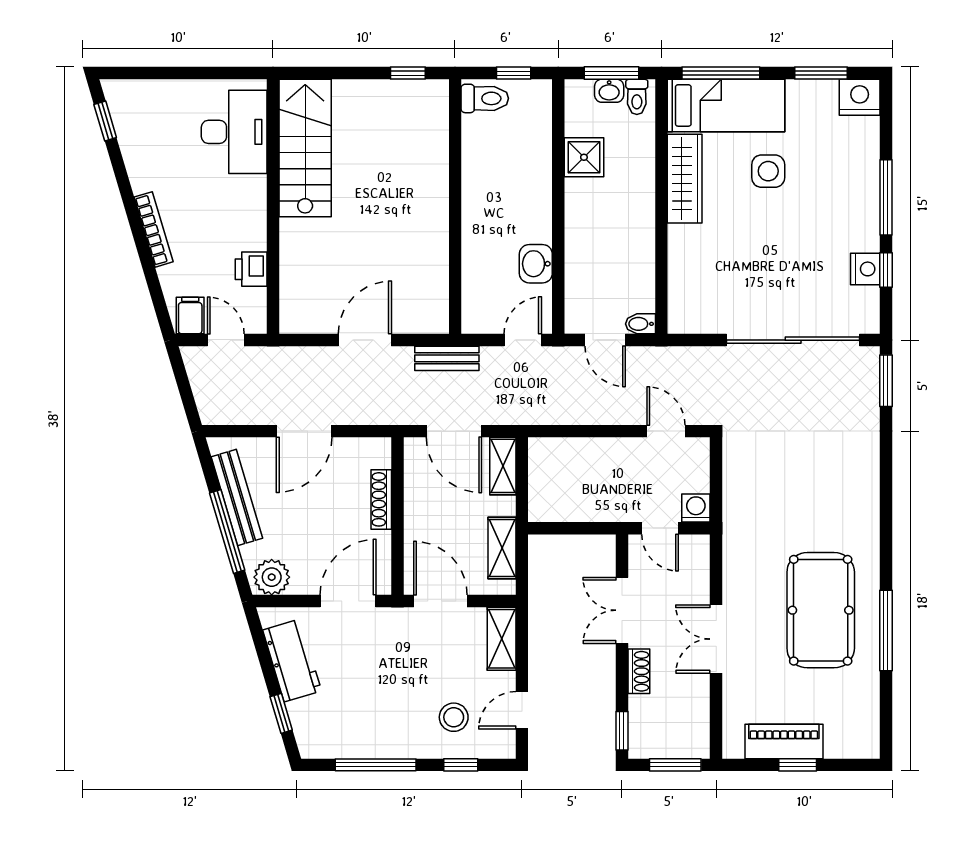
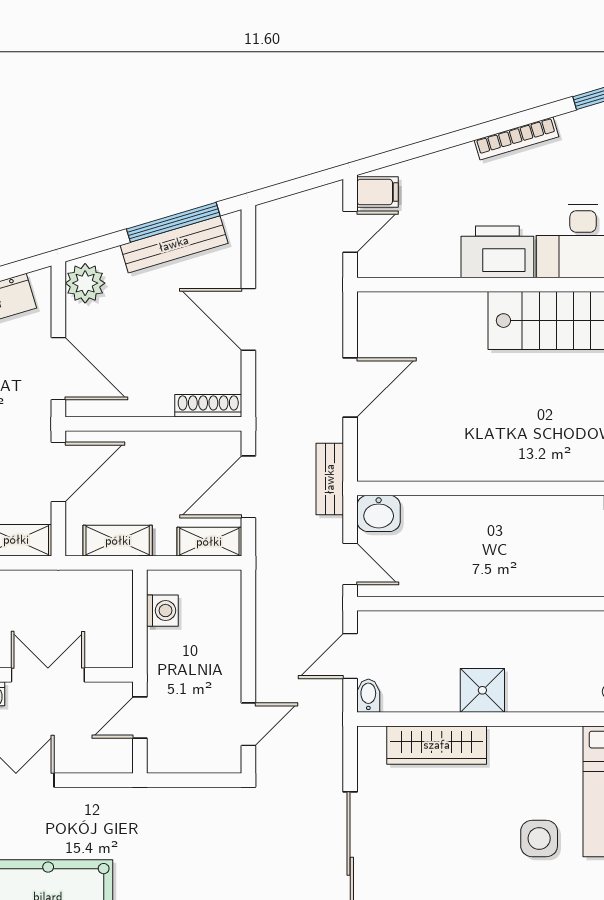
shower: (584, 157) -> (482, 690), moved
wardrobe: (685, 179) -> (437, 745), moved
bookcase: (154, 229) -> (516, 138), moved
washbasin: (536, 264) -> (379, 513), moved, turned 180
printer: (251, 269) -> (497, 252), moved, width x1.87, depth x1.48
door: (365, 340) -> (350, 387), hinge flipped
shoe rack: (381, 499) -> (208, 406), moved
washing machine: (696, 508) -> (162, 611), moved
window: (227, 532) -> (173, 222), moved

